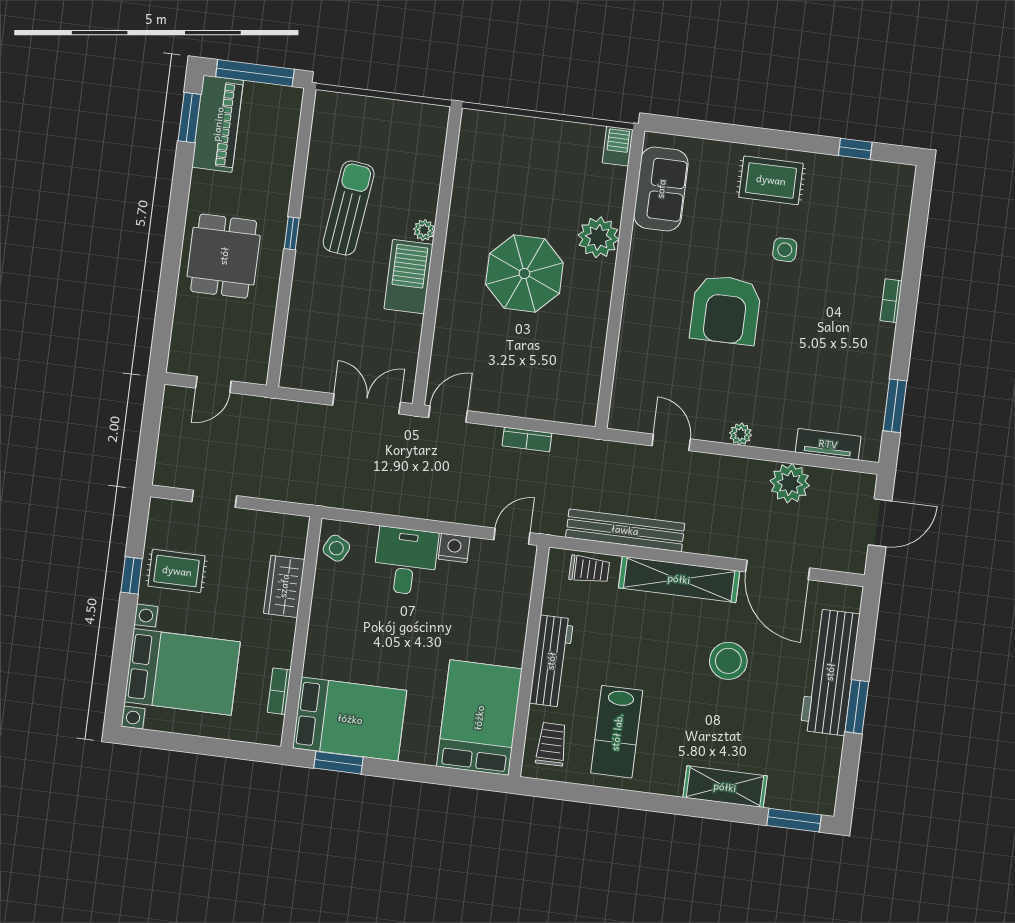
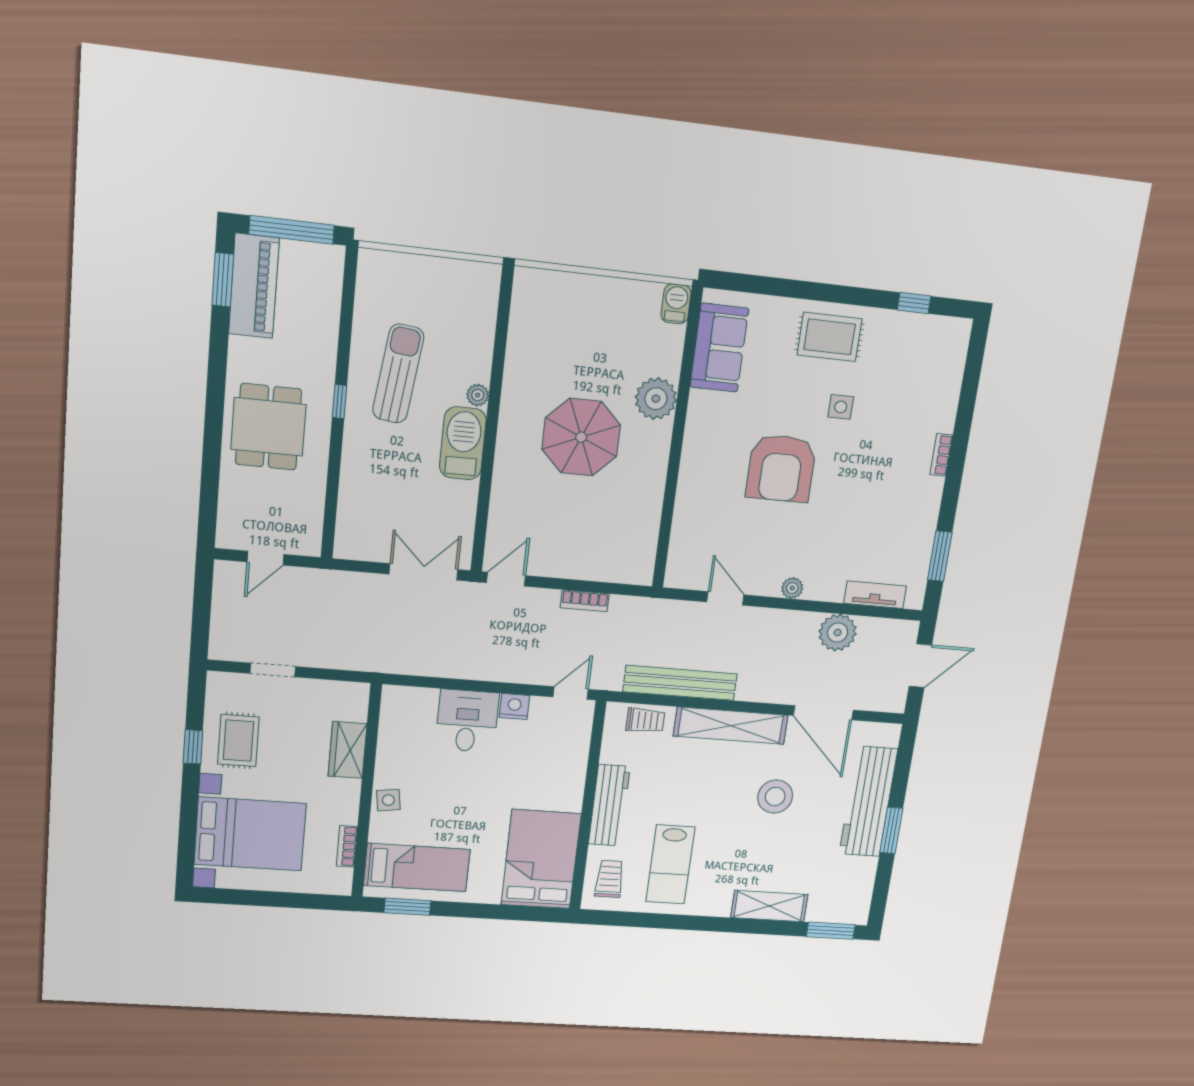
side table: (336, 548) -> (388, 800), moved, turned -35
rug: (177, 571) -> (238, 741), turned 90
bed: (350, 719) -> (417, 868), width x0.67

